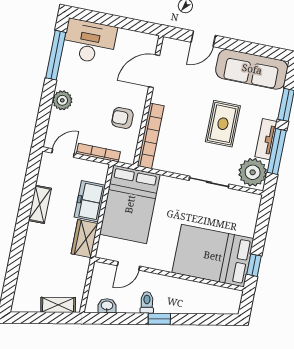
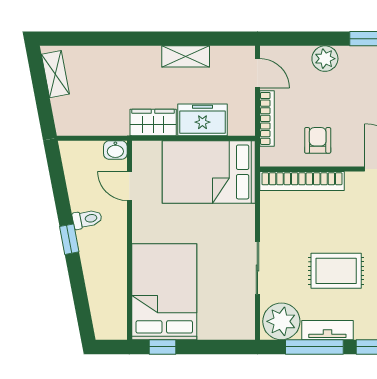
shelving: (58, 305) -> (55, 74), moved
washbasin: (107, 306) -> (115, 150), moved, turned 101

